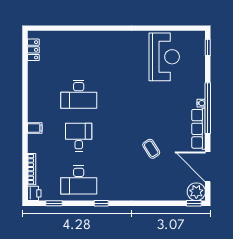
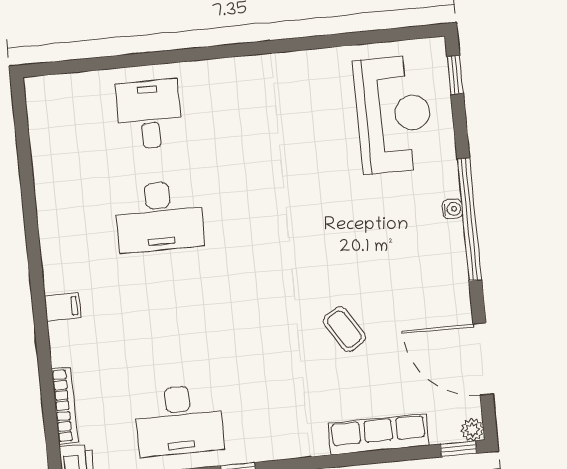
locker: (33, 50) -> (41, 121), removed
reception desk: (164, 57) -> (394, 114), moved
row of seats: (199, 129) -> (378, 434), moved, turned 90
desk: (79, 137) -> (149, 115), moved
plant: (196, 192) -> (472, 430), width x0.53, depth x0.53

